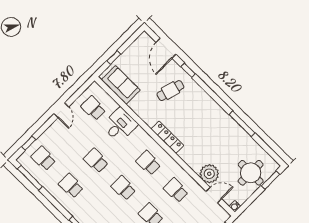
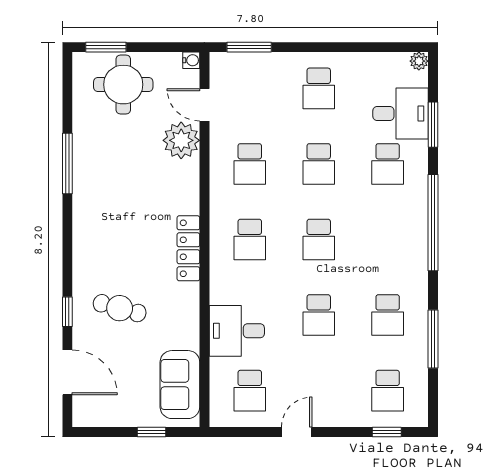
door: (166, 48) -> (67, 372), hinge flipped
window: (30, 178) -> (433, 339), moved

